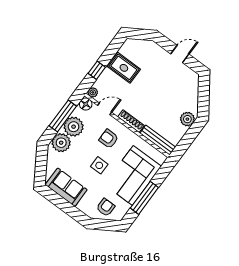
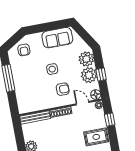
door: (105, 109) -> (83, 103), swing flipped
window: (63, 116) -> (101, 75), width x0.46
corner sofa: (133, 176) -> (28, 83), removed

